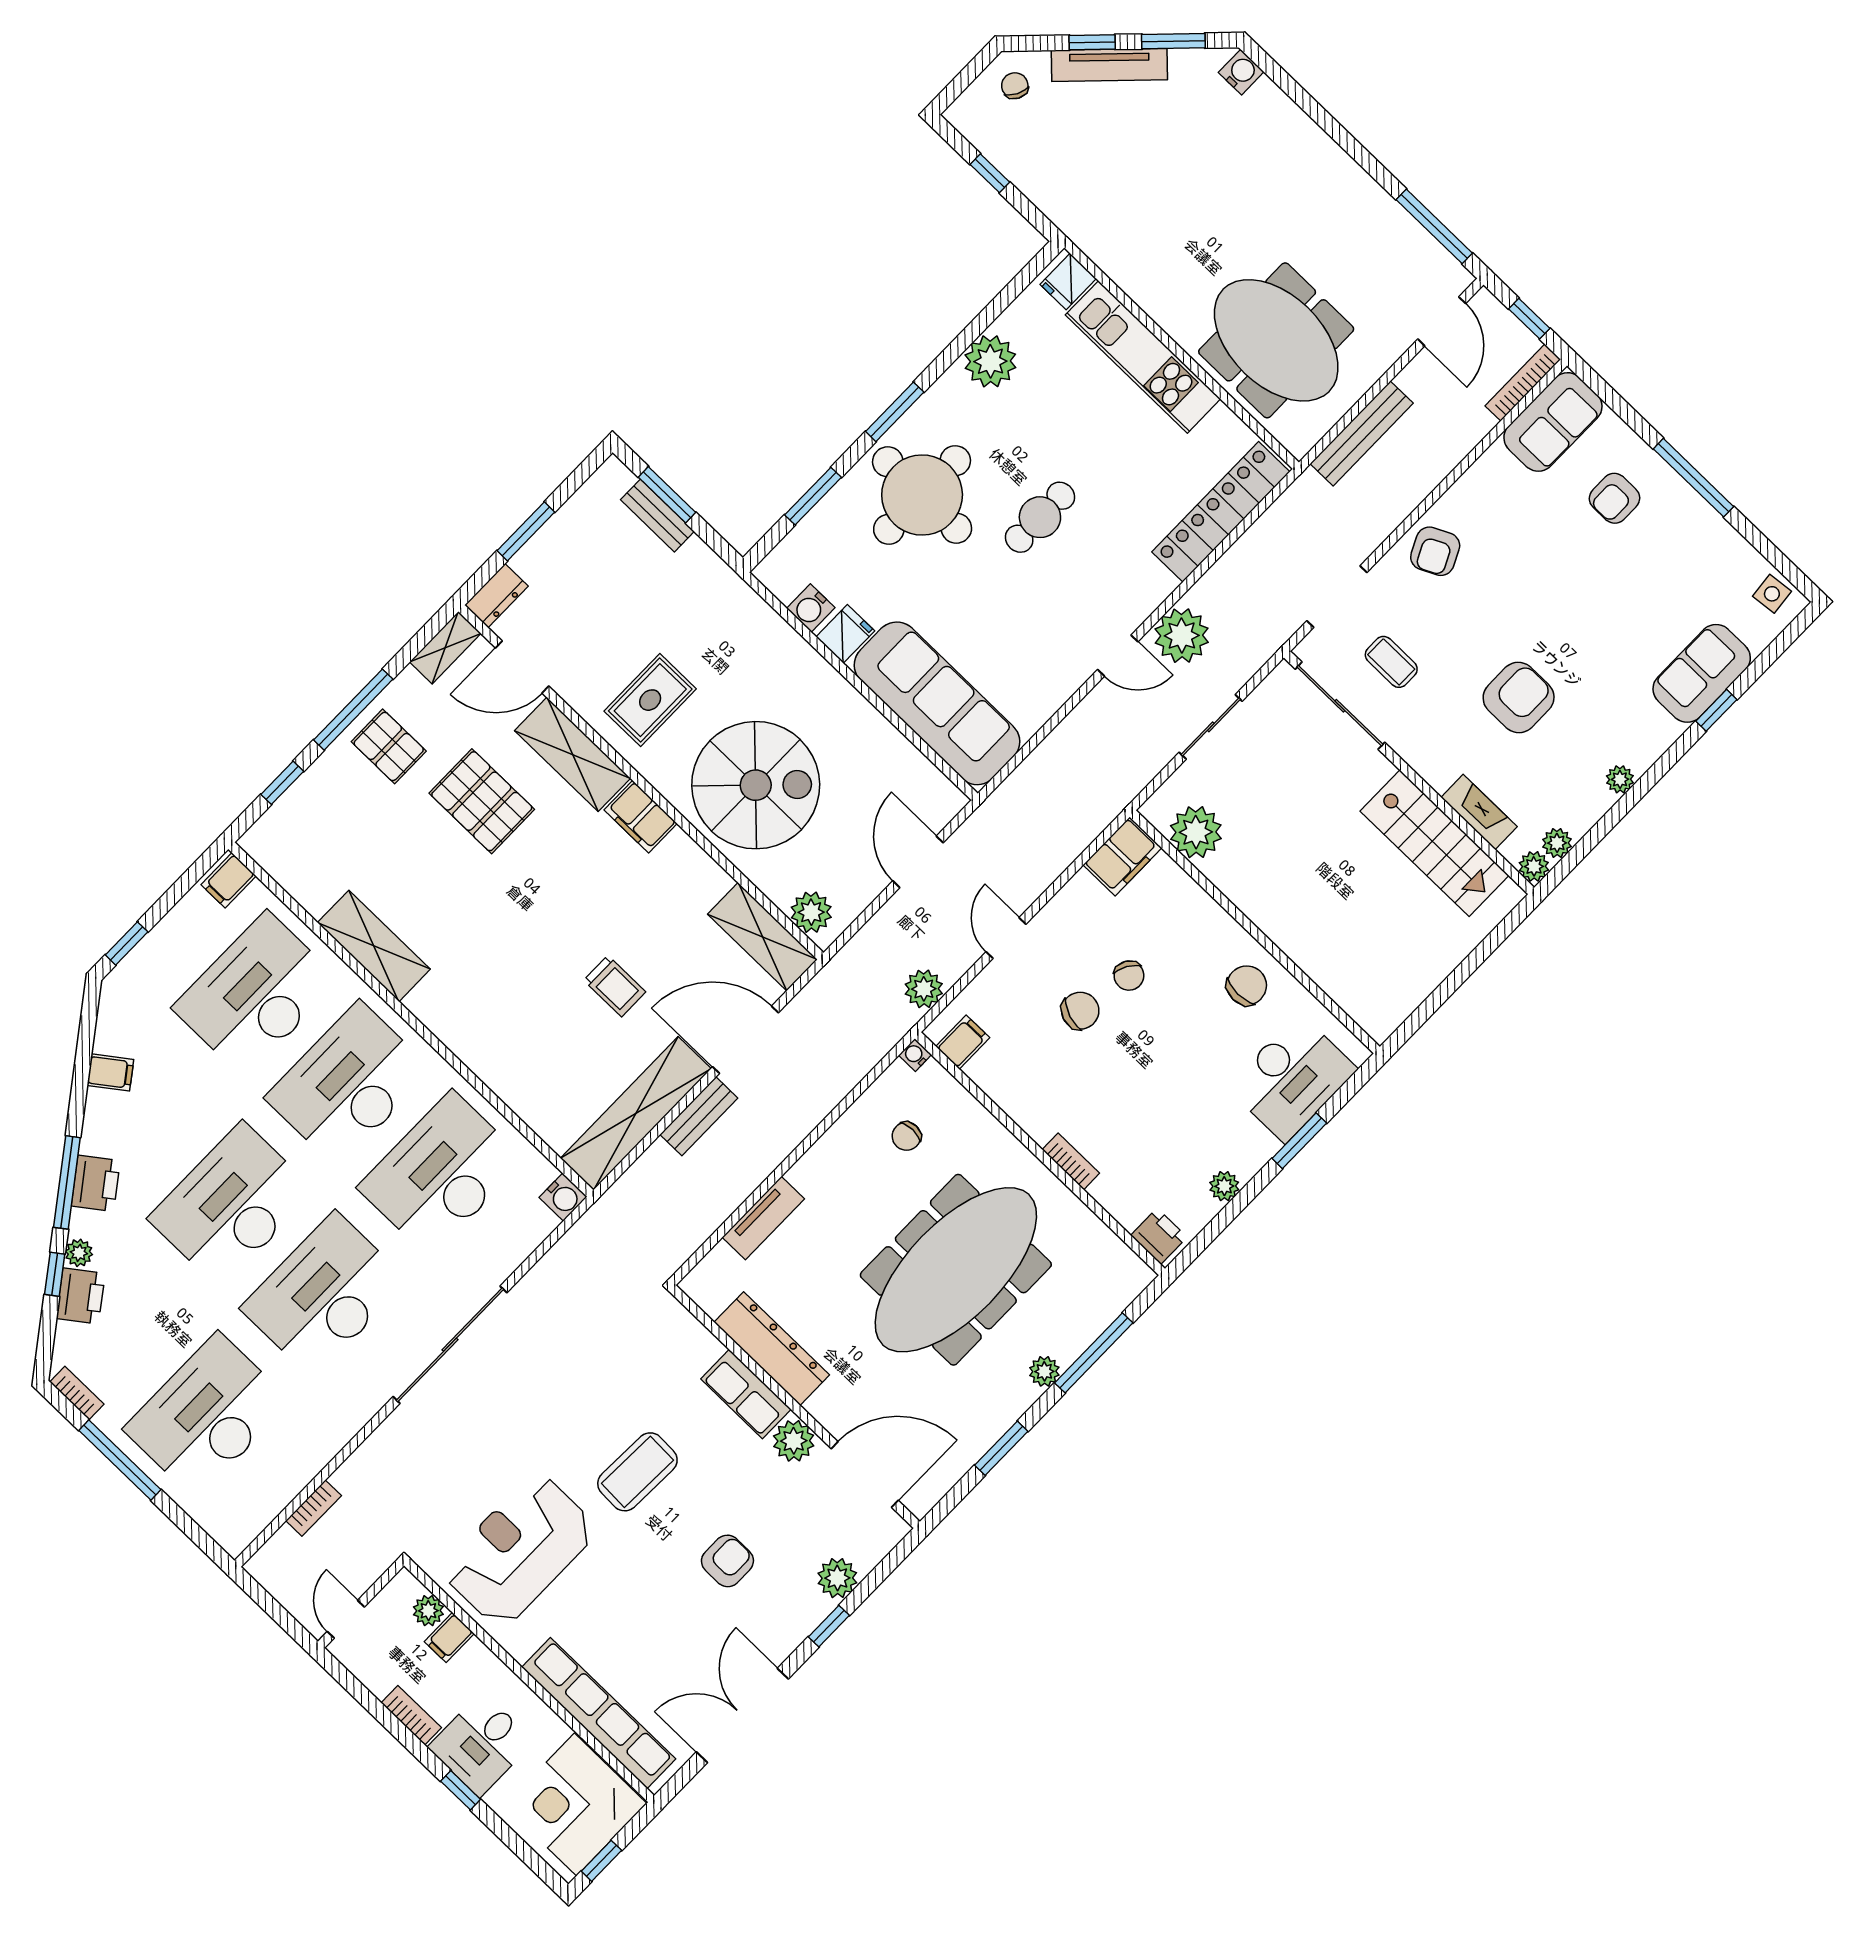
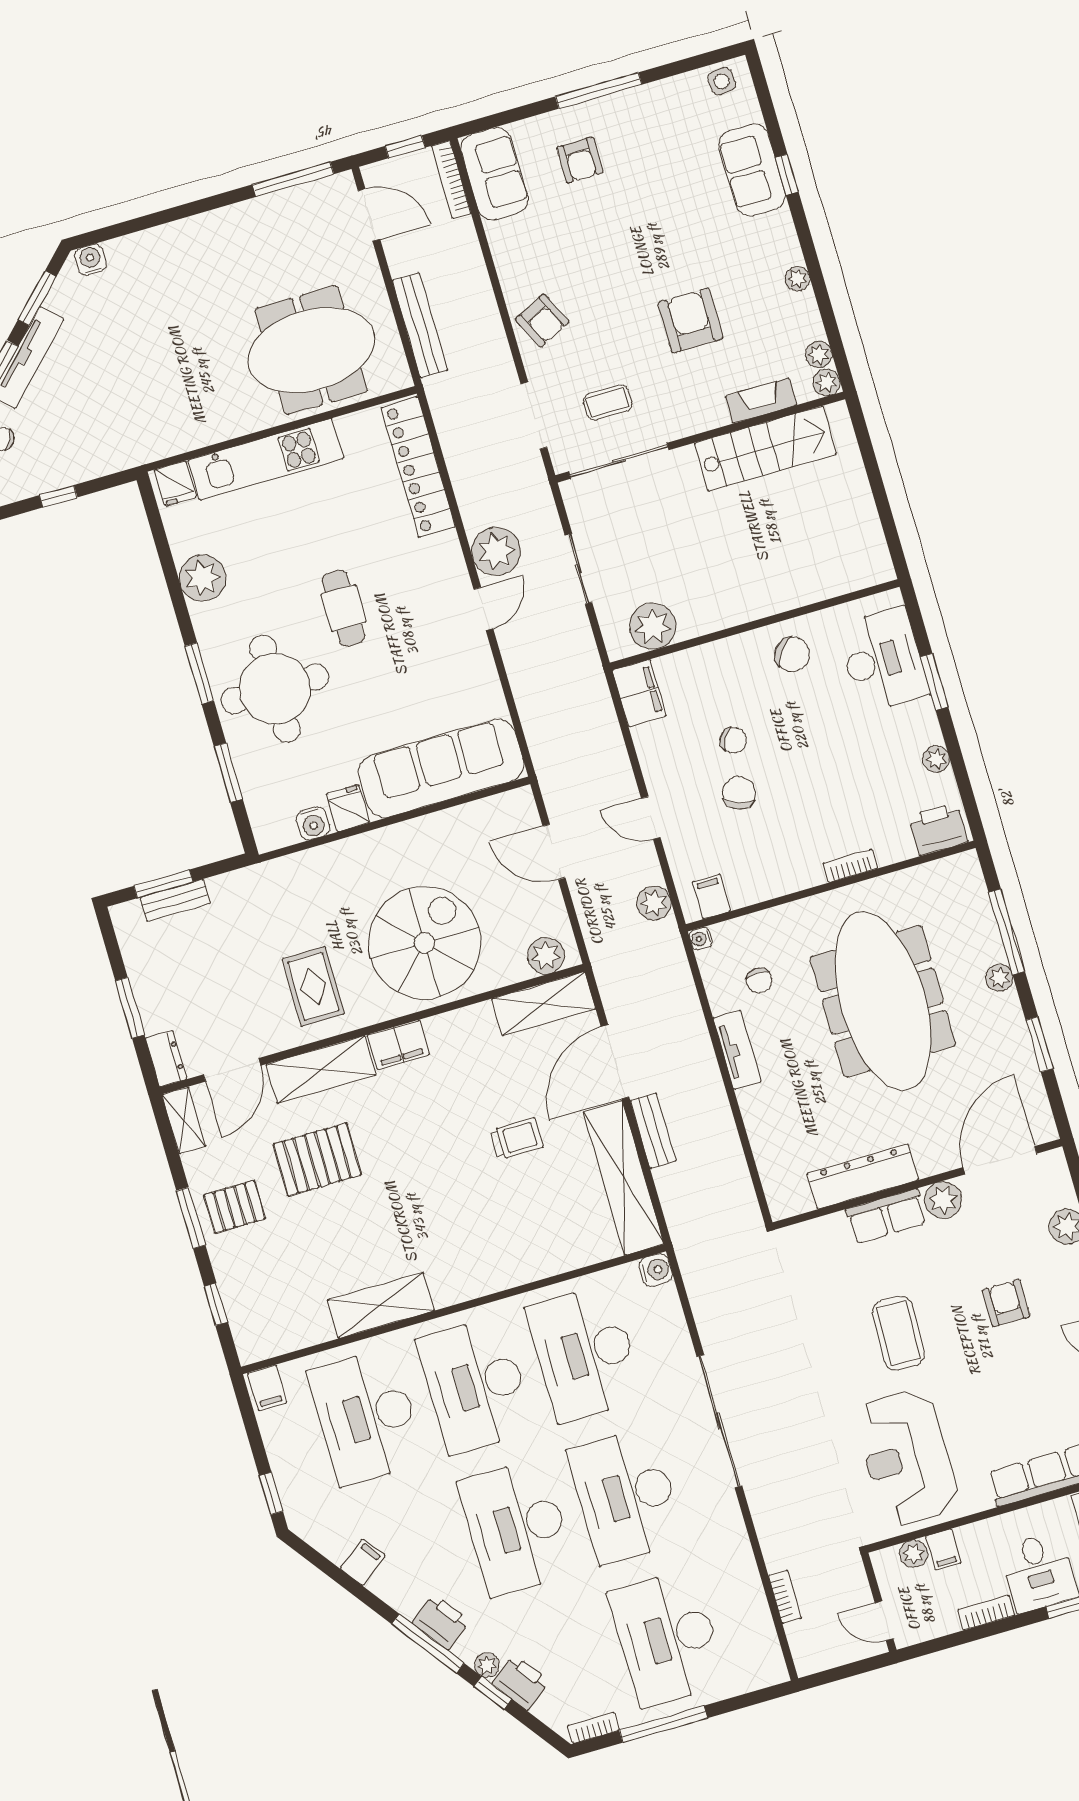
window: (353, 710) -> (191, 1218), width x0.69
chair: (1247, 985) -> (792, 654), turned 127
tv unit: (763, 1218) -> (737, 1050), moved
printer: (1159, 1236) -> (938, 829), width x1.36, depth x1.24

